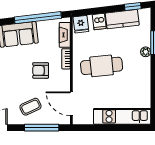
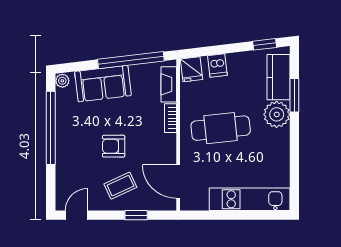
kitchen counter: (122, 19) -> (279, 77), moved, turned 97
plant: (146, 52) -> (277, 114), width x1.88, depth x1.88
armchair: (41, 70) -> (114, 146), moved
window: (42, 128) -> (136, 215), width x0.46

